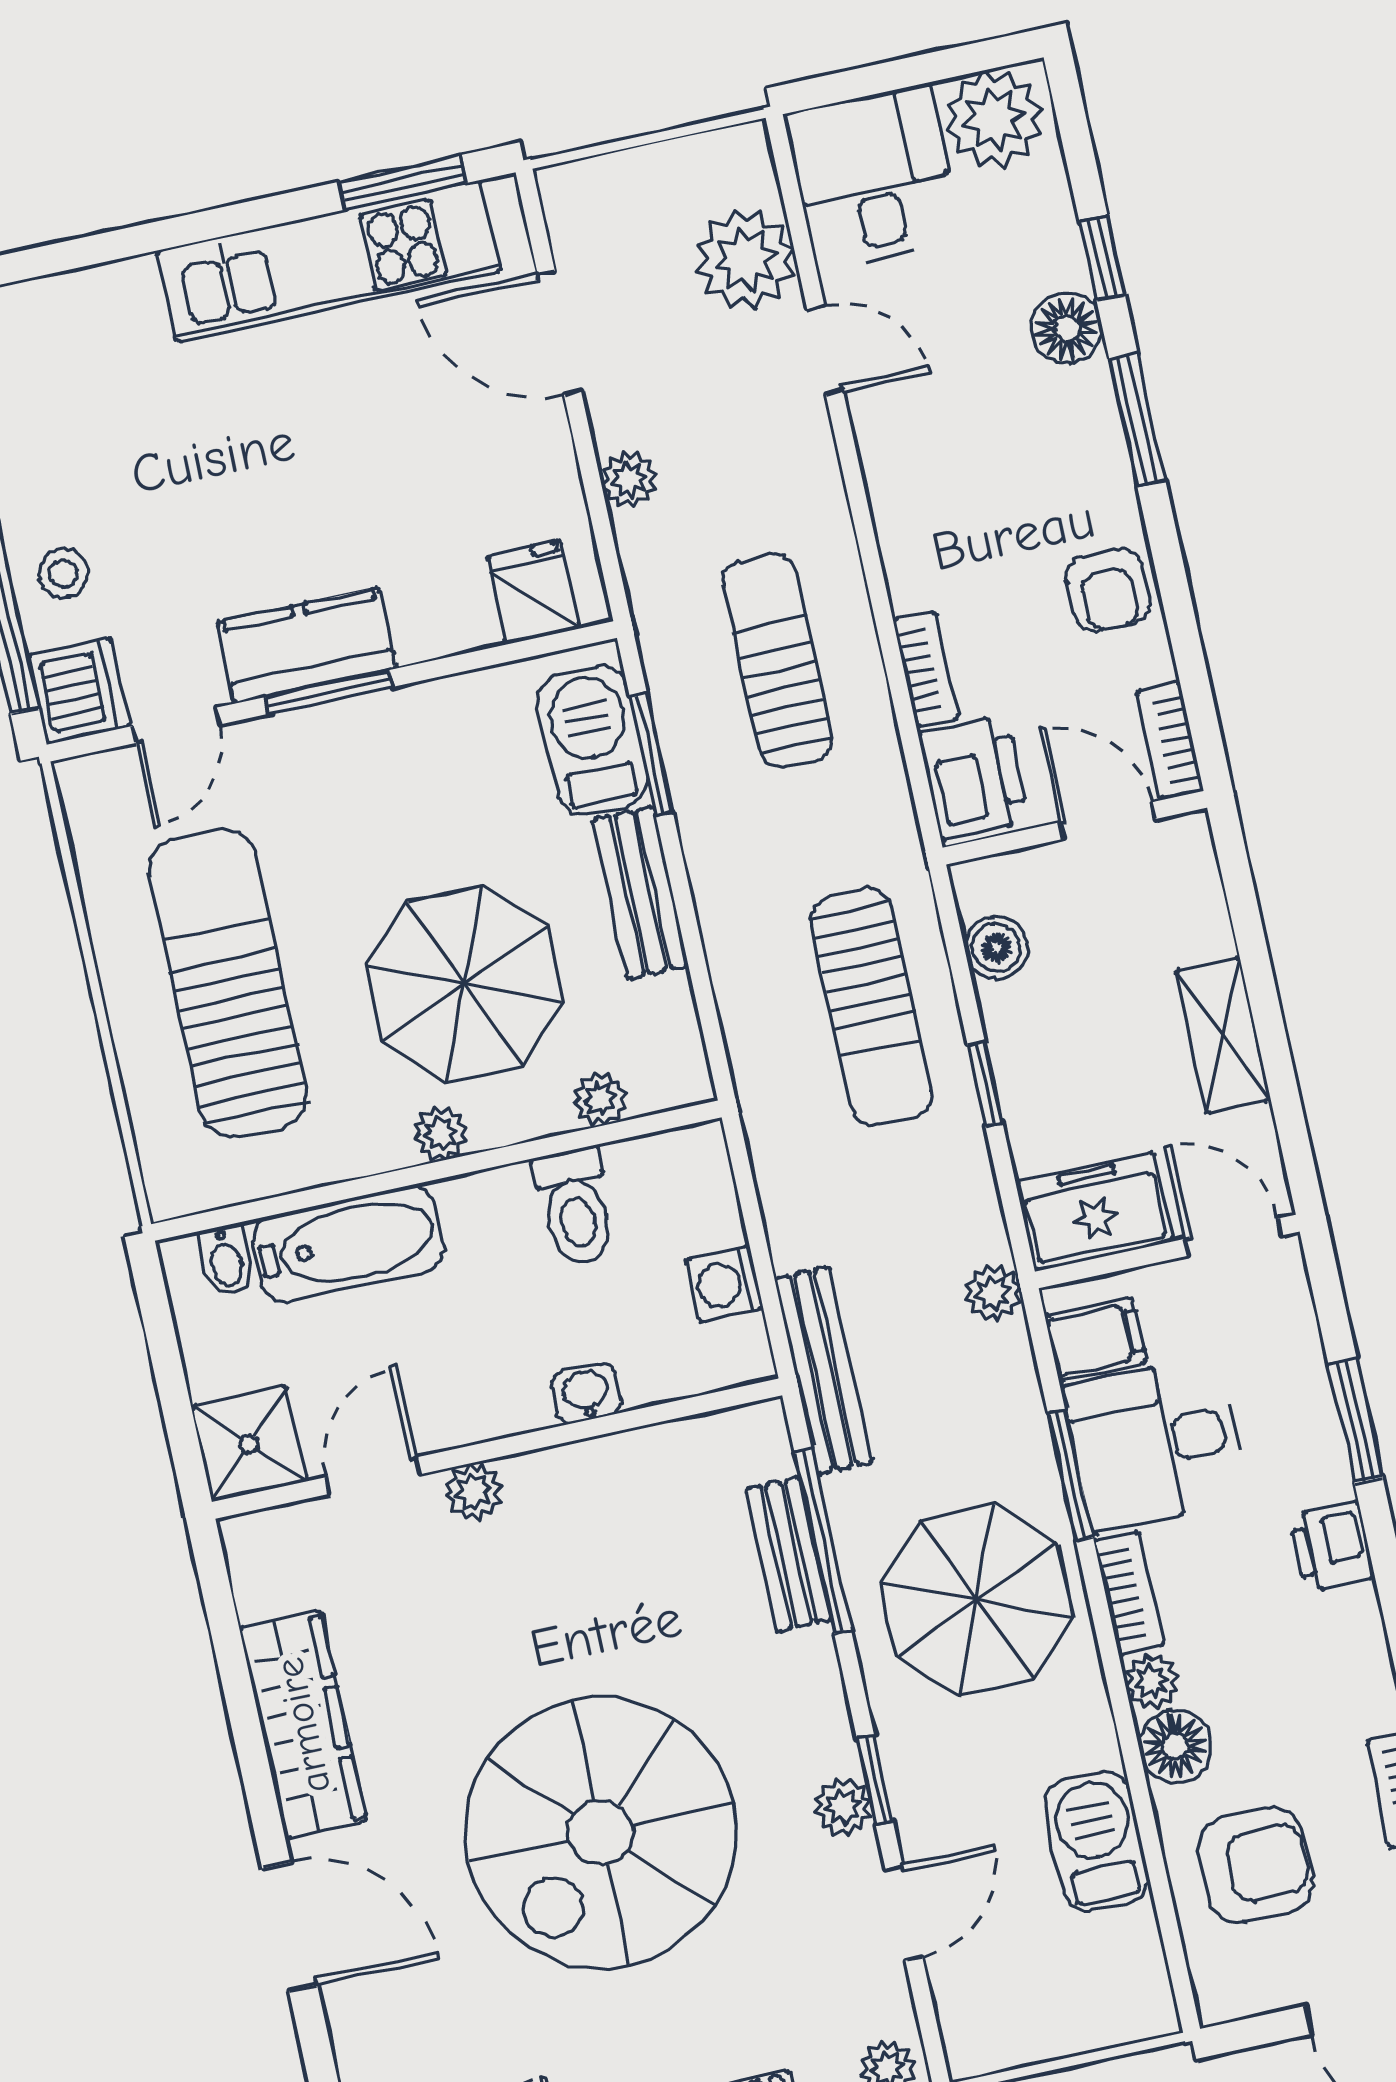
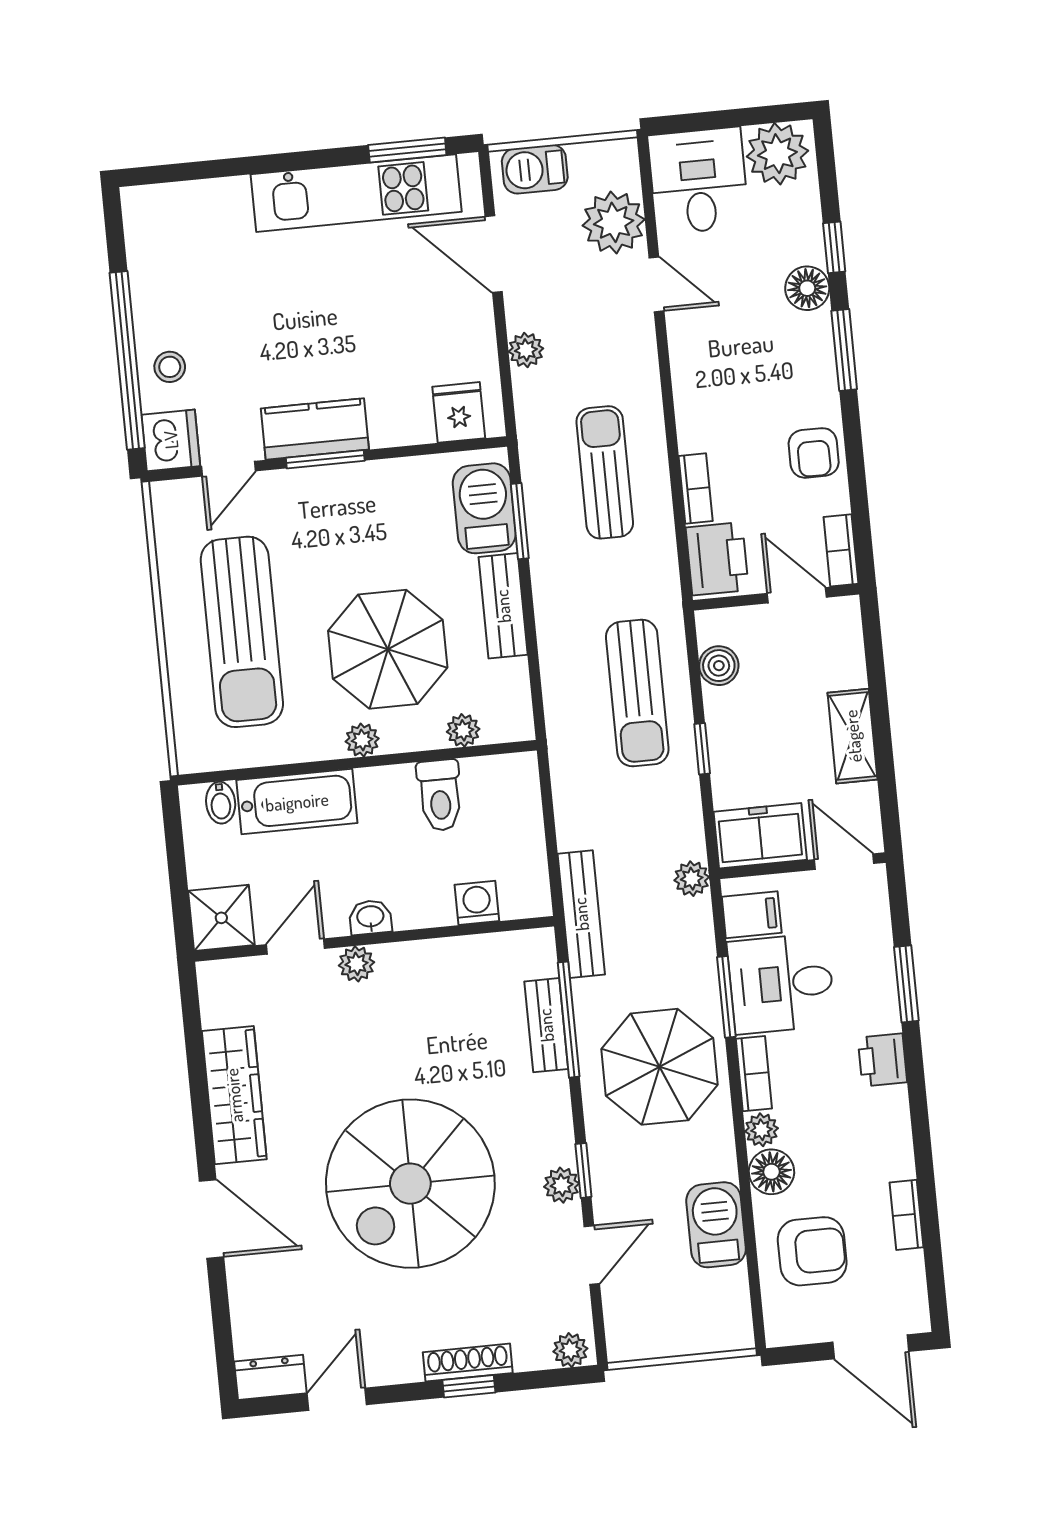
barbecue: (609, 189) -> (535, 169), added
sun lounger: (228, 983) -> (242, 632), turned 180
washing machine: (725, 1284) -> (477, 903), moved, turned 90
washbasin: (586, 1393) -> (370, 917), moved

